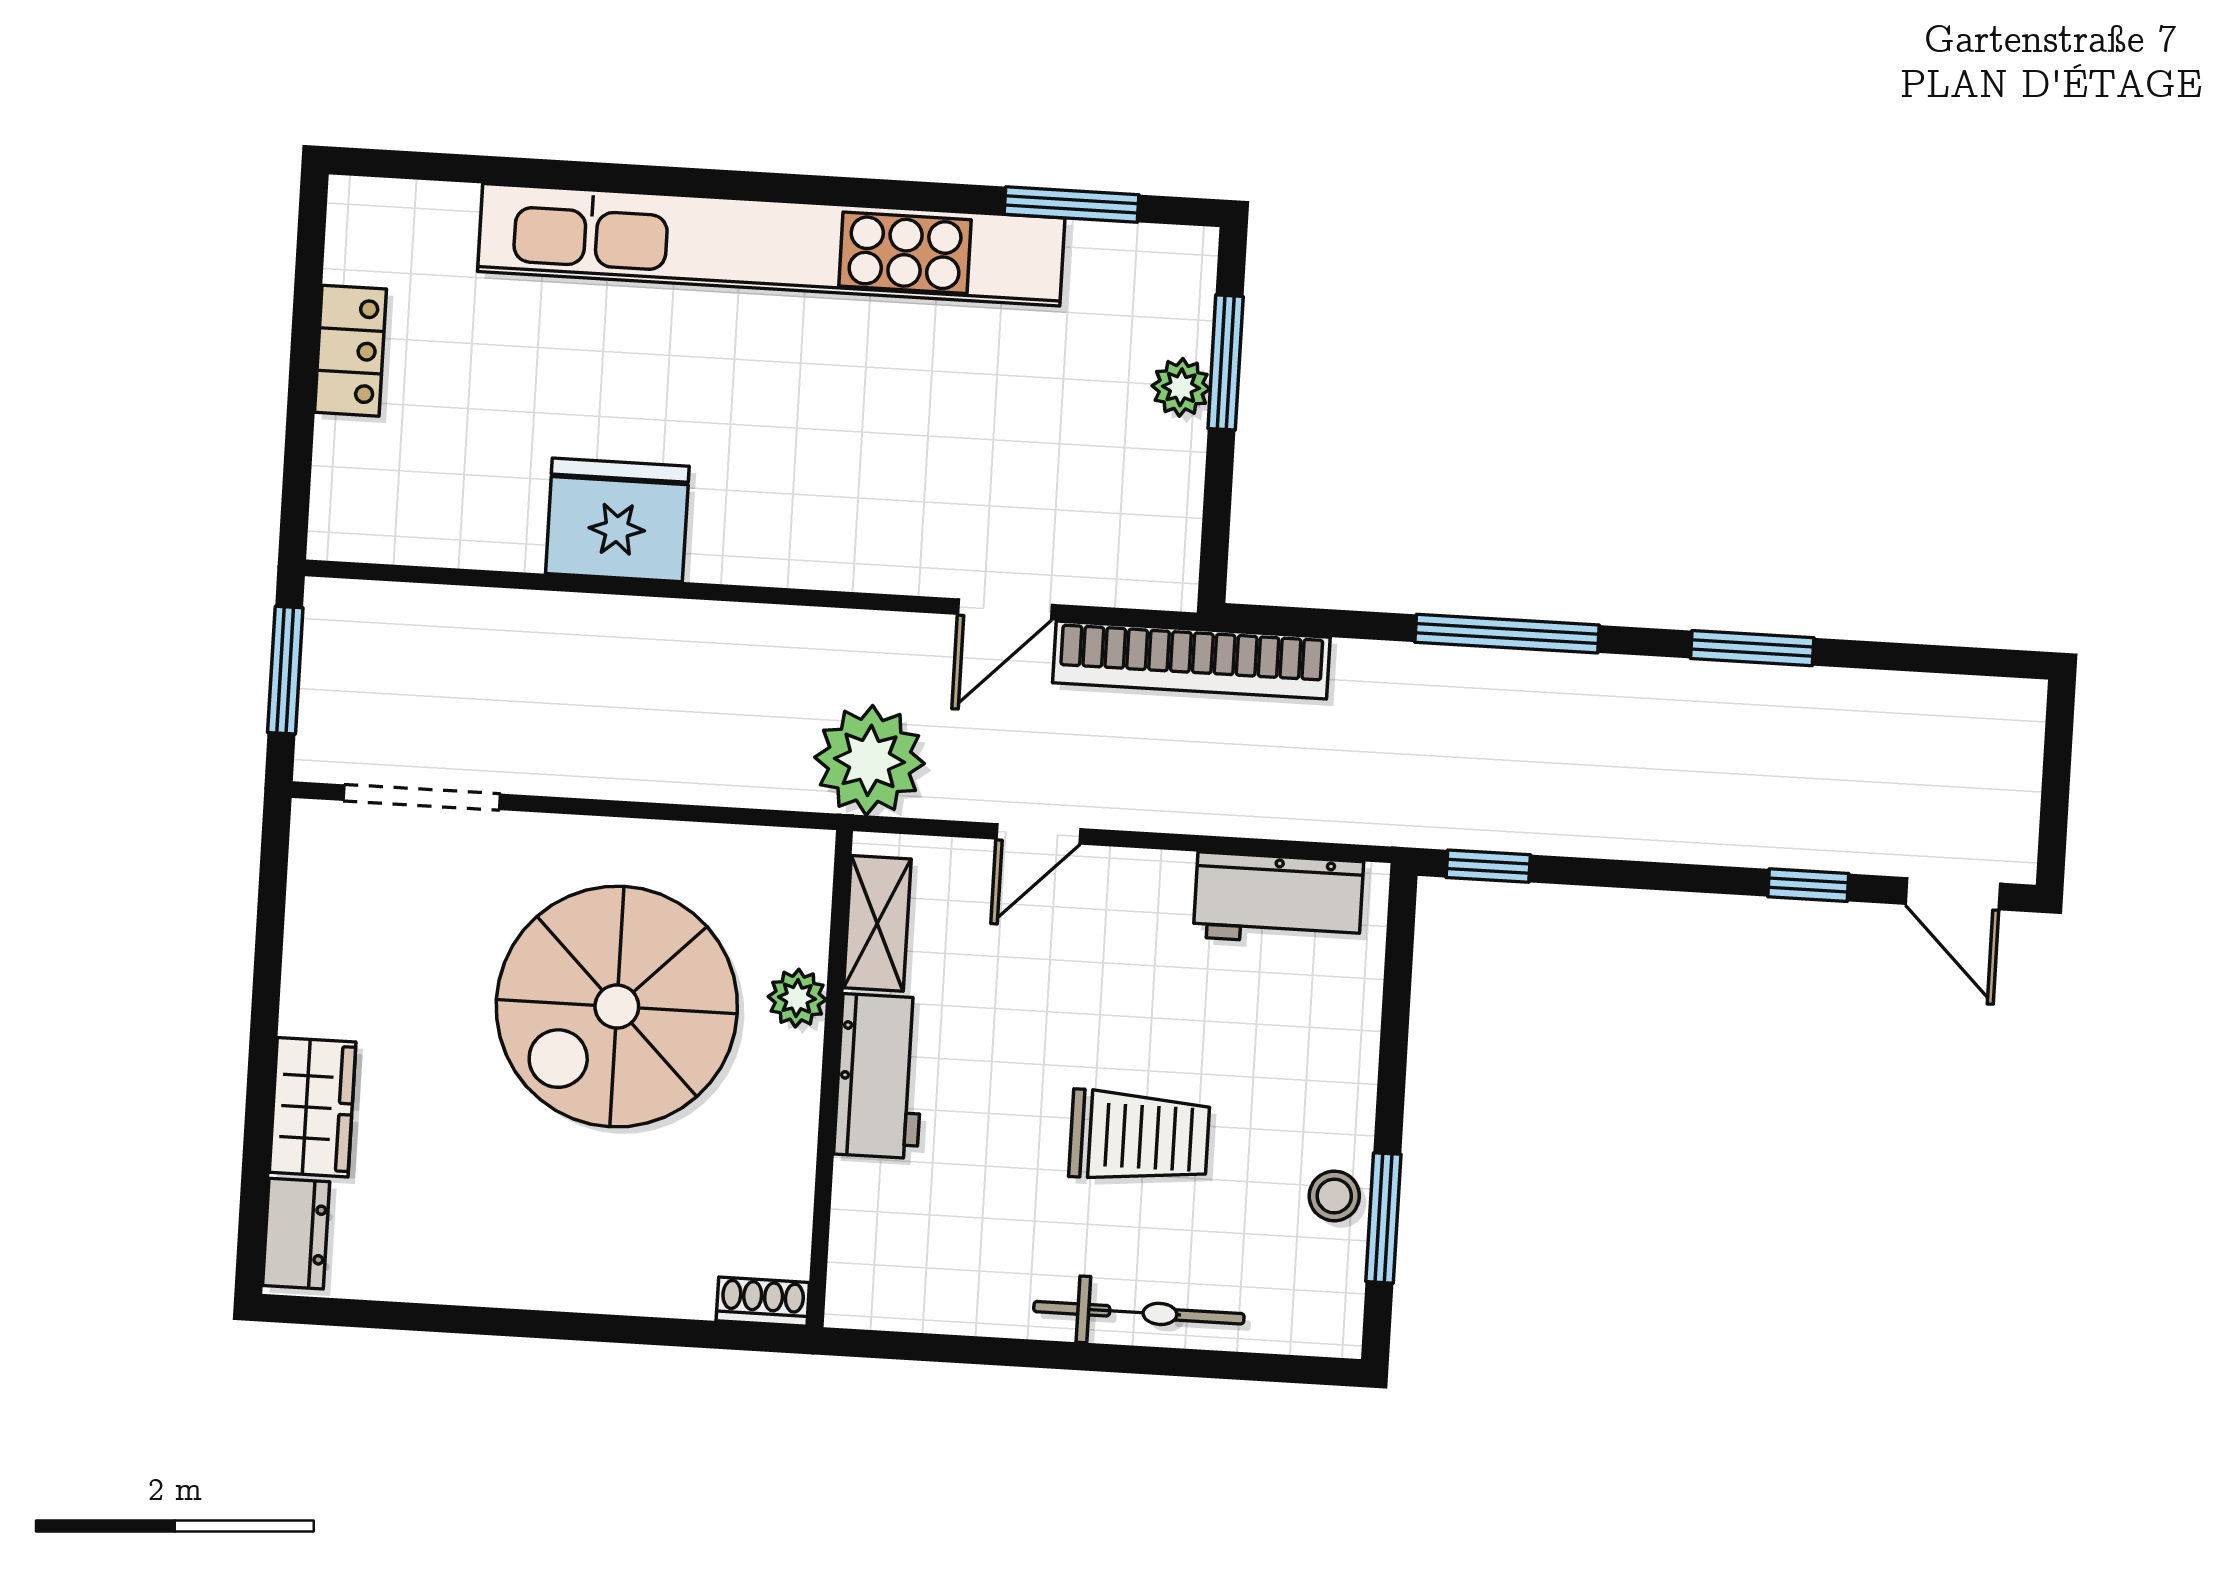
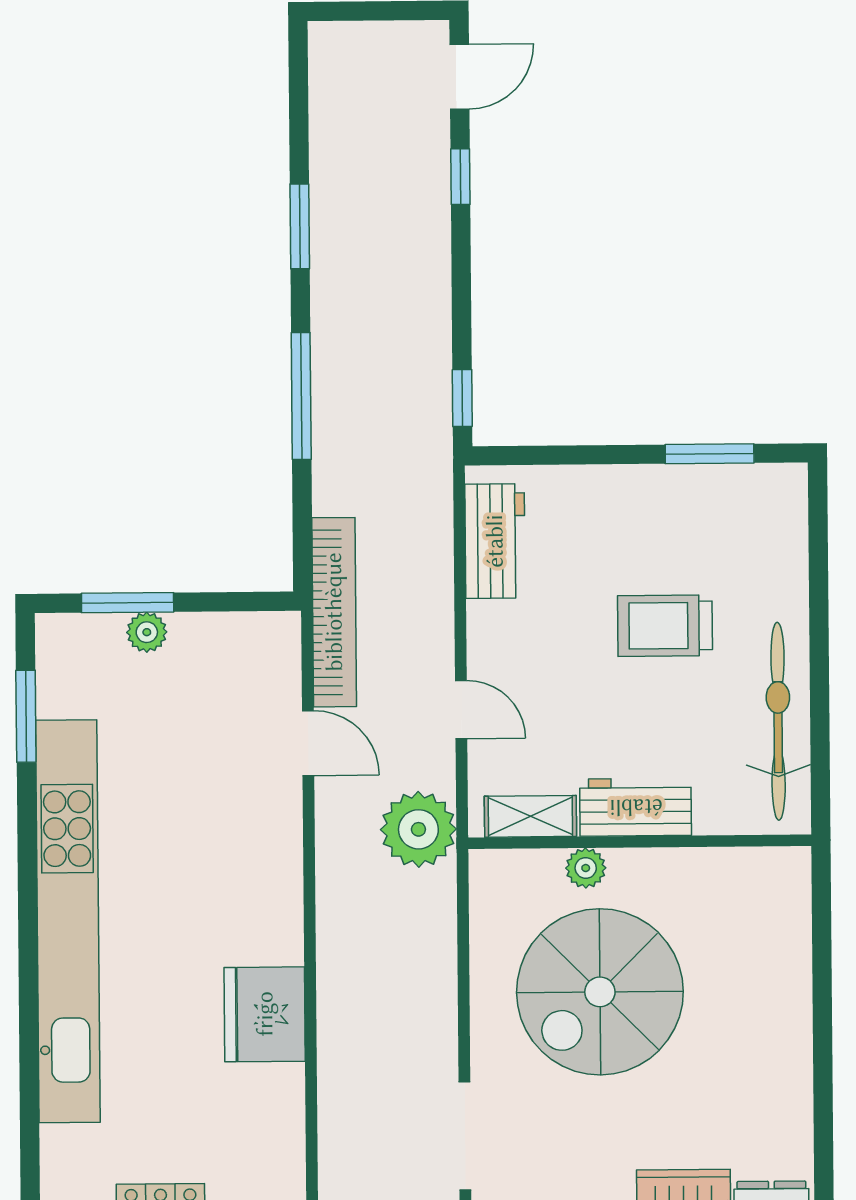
spiral stairs: (617, 1007) -> (600, 992), turned 90
trolley: (1139, 1137) -> (665, 626), turned -90
stool: (1334, 1196) -> (697, 489), removed
shoe rack: (763, 1302) -> (796, 877), removed
bicycle: (1139, 1313) -> (778, 721), moved, width x1.37, depth x1.40

